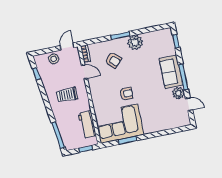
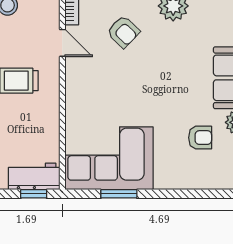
armchair: (126, 94) -> (200, 138), moved
workbench: (87, 125) -> (34, 176), moved, turned 90

